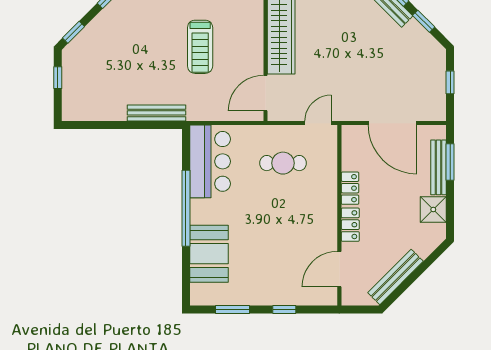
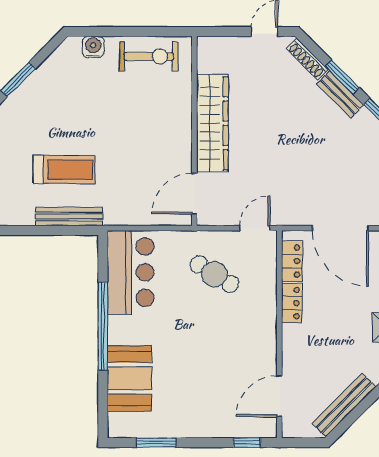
treadmill: (200, 47) -> (64, 170), moved, turned -90
cafe table: (283, 163) -> (214, 274), turned 32
locker: (350, 225) -> (292, 261), moved
window: (284, 310) -> (247, 443), moved

